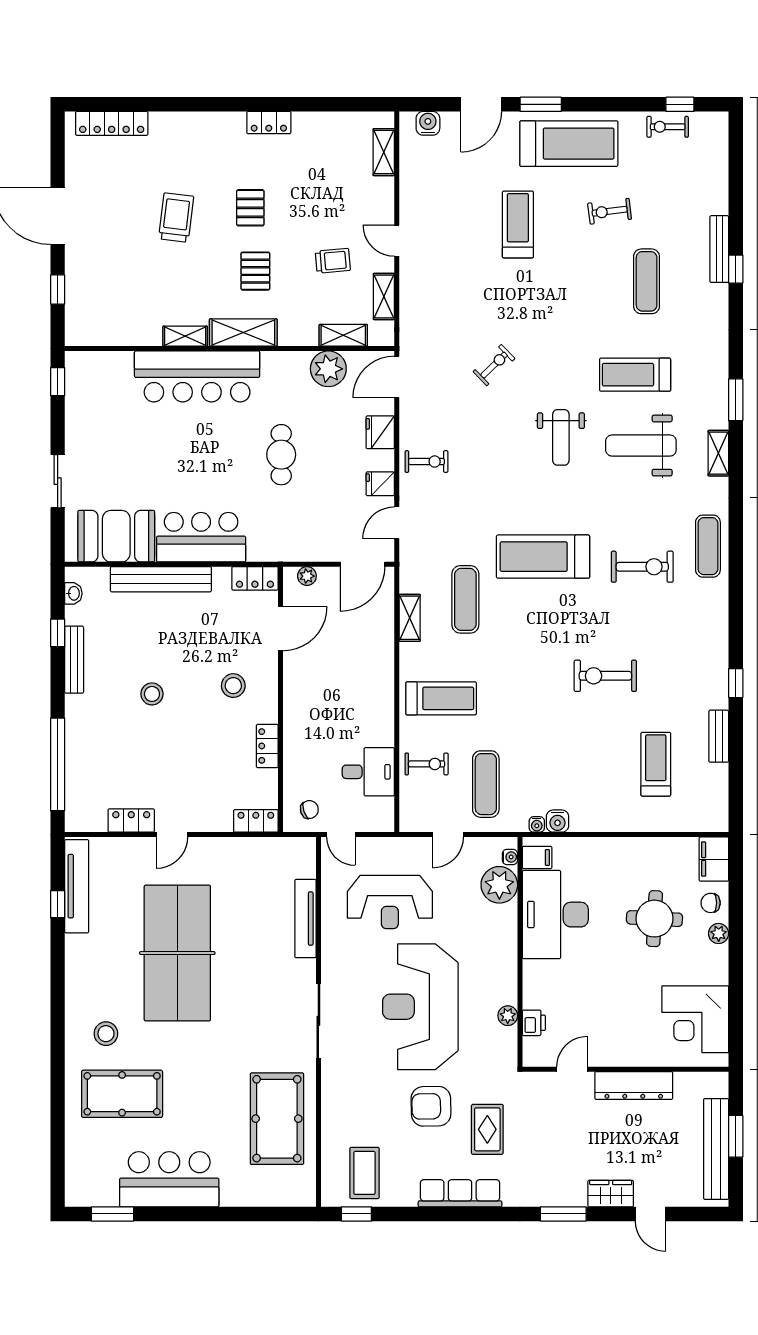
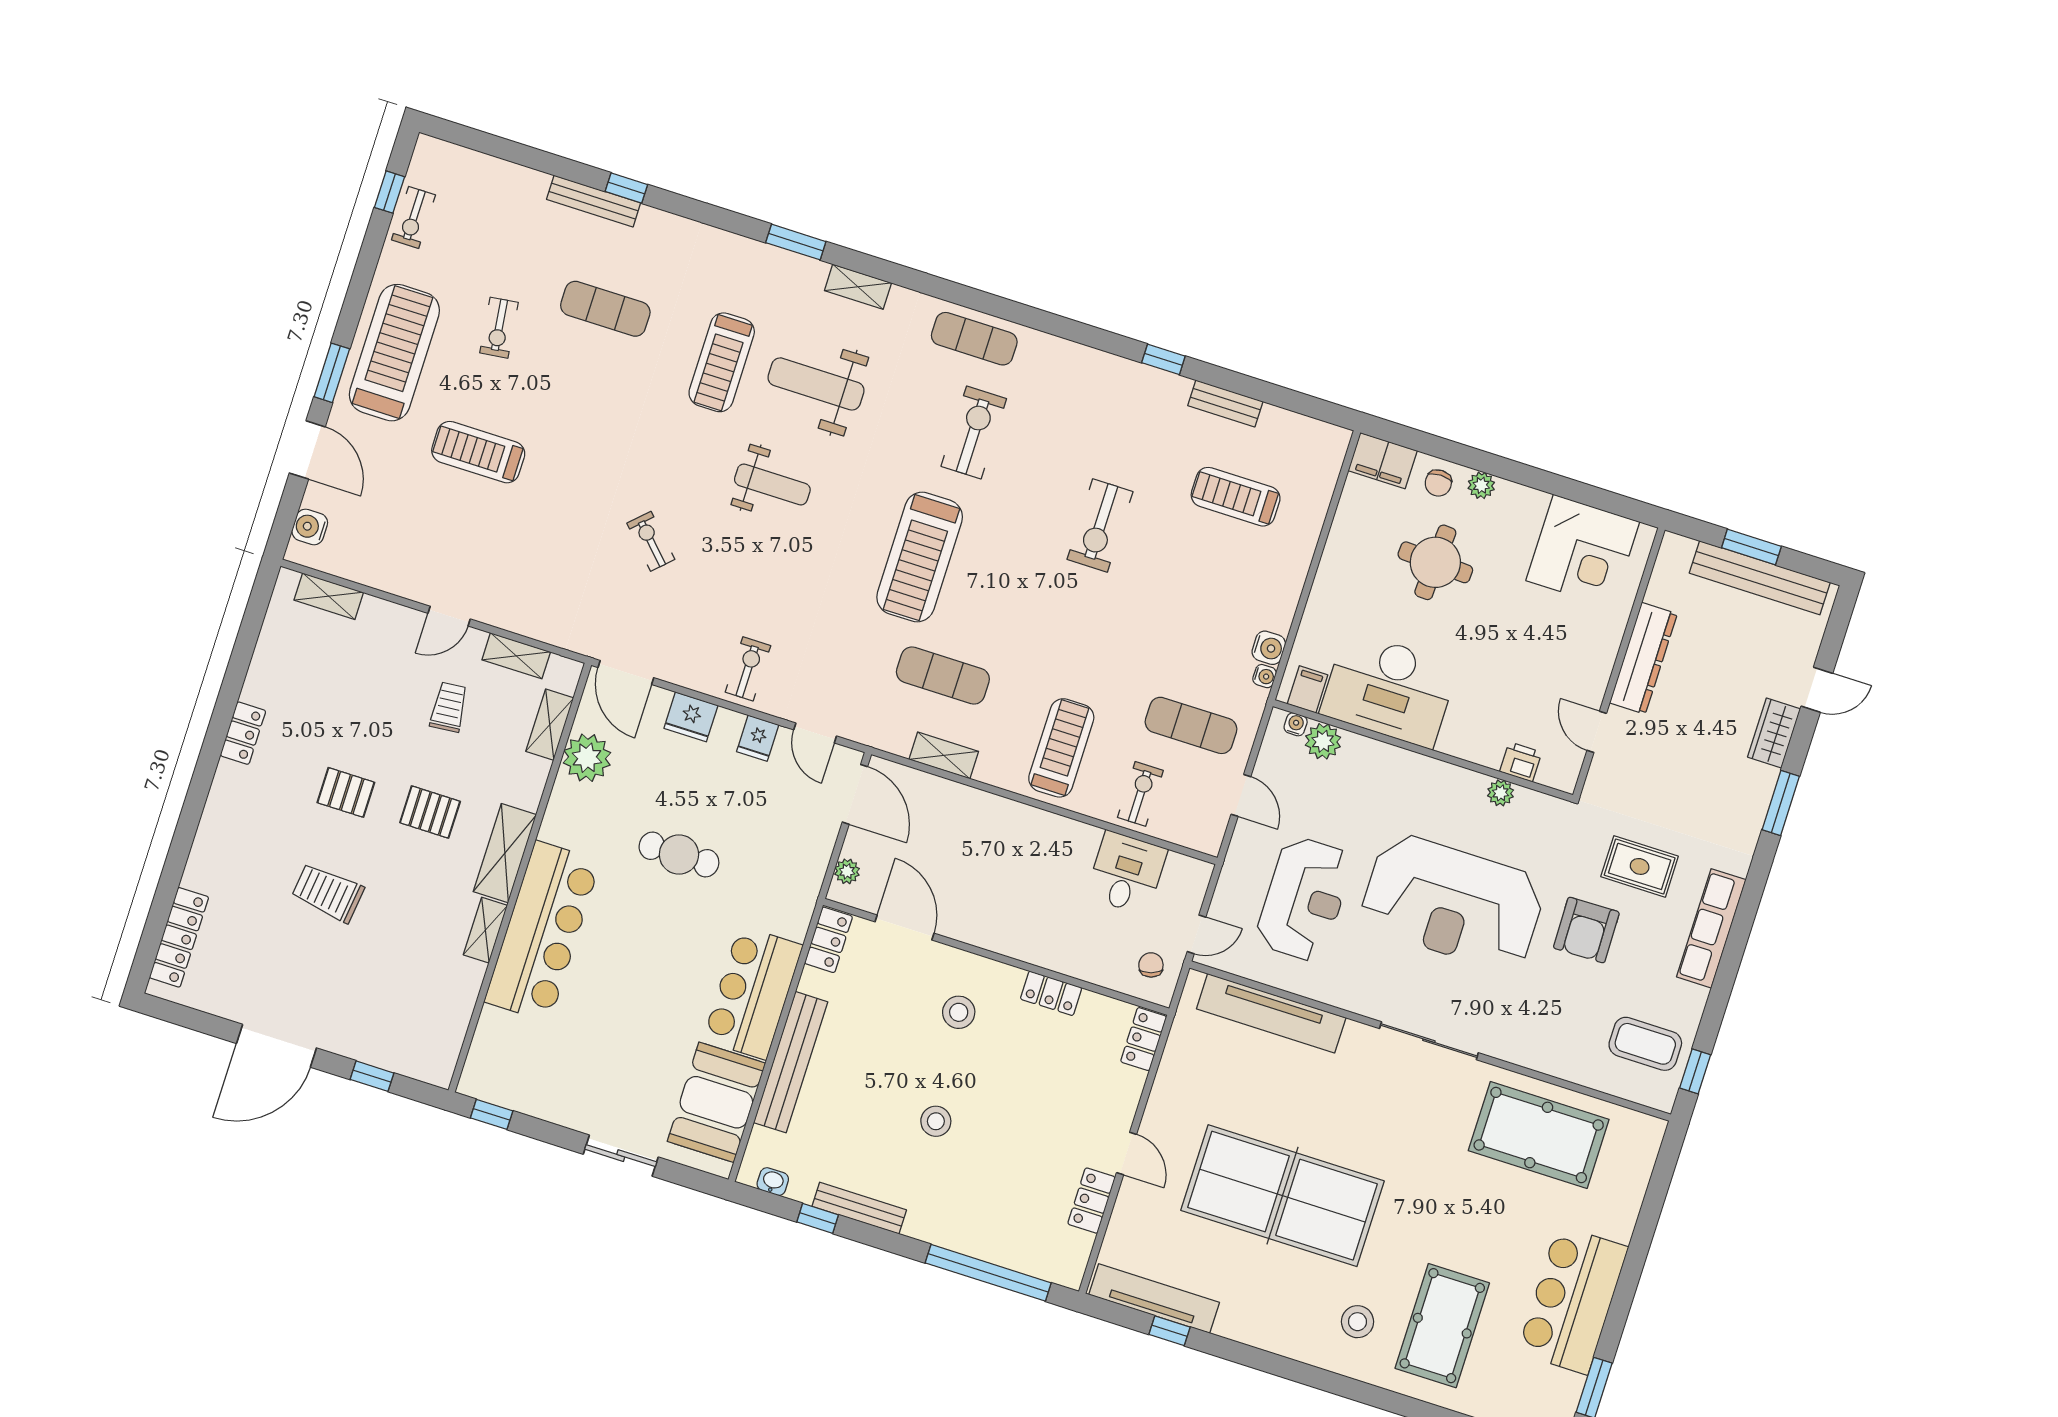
weight bench: (641, 446) -> (816, 384), turned 90
plant: (499, 885) -> (1323, 741), width x0.73, depth x0.73
tv unit: (305, 919) -> (1271, 1013), width x1.36, depth x1.29

